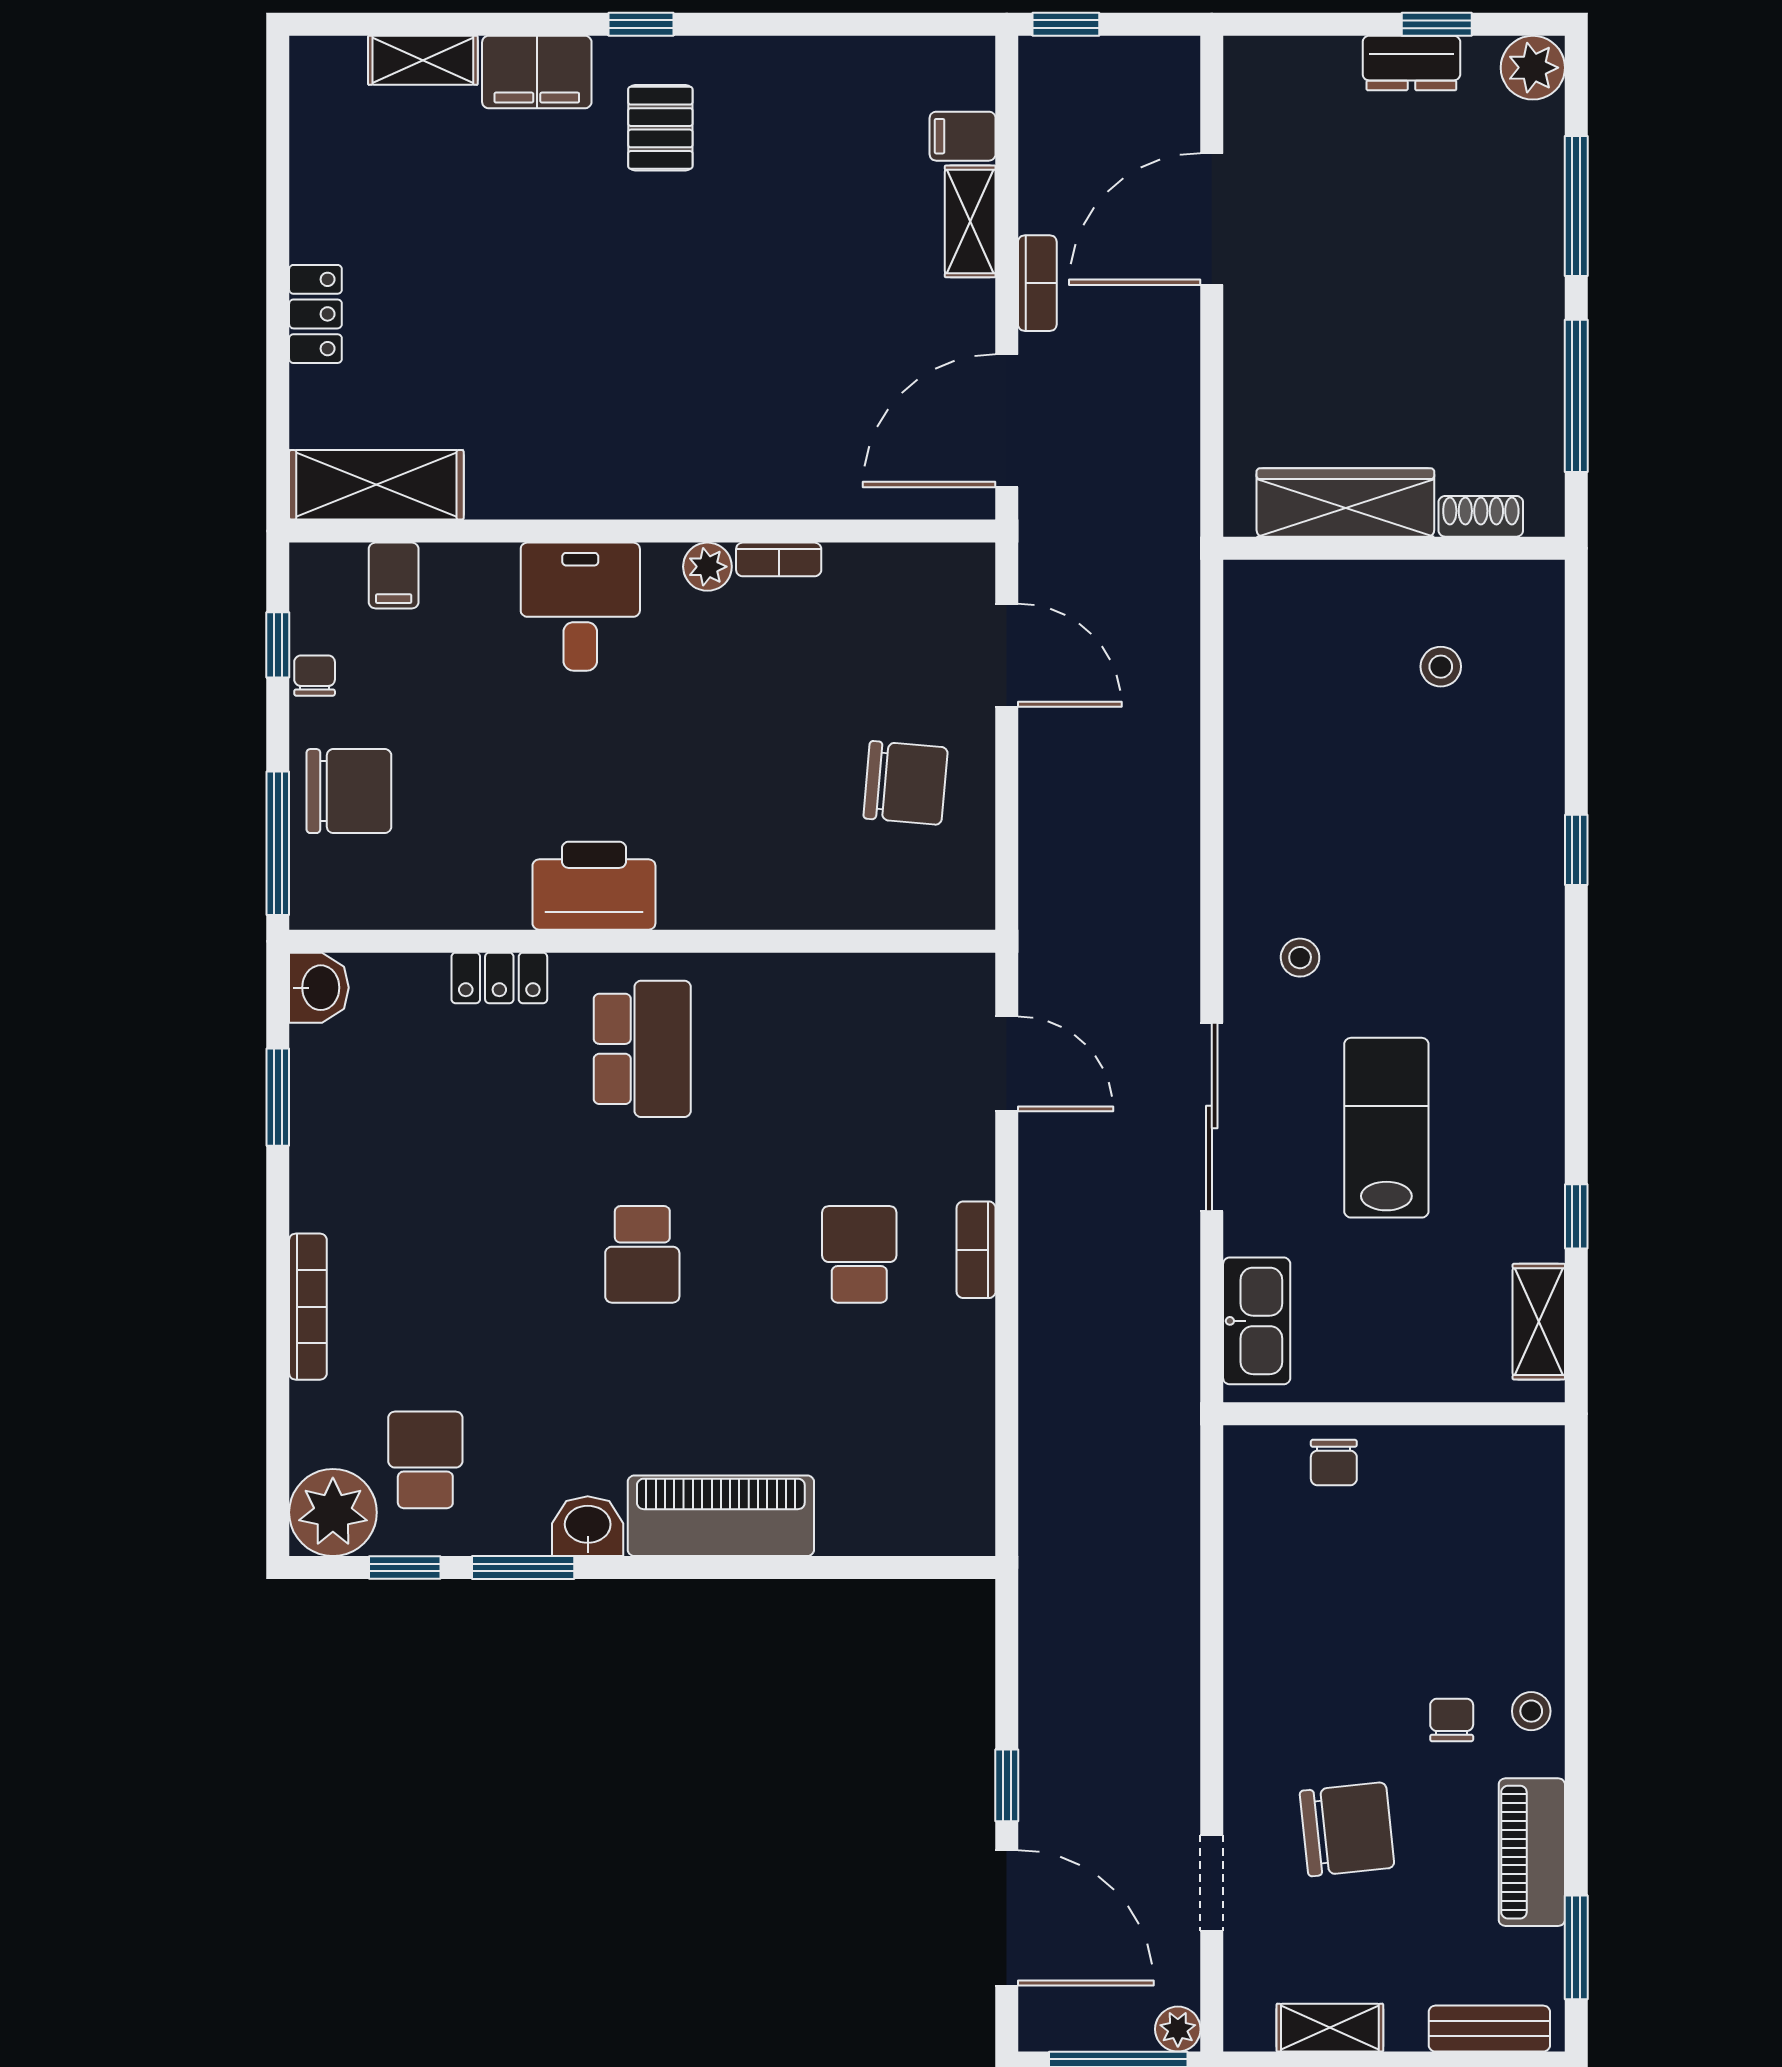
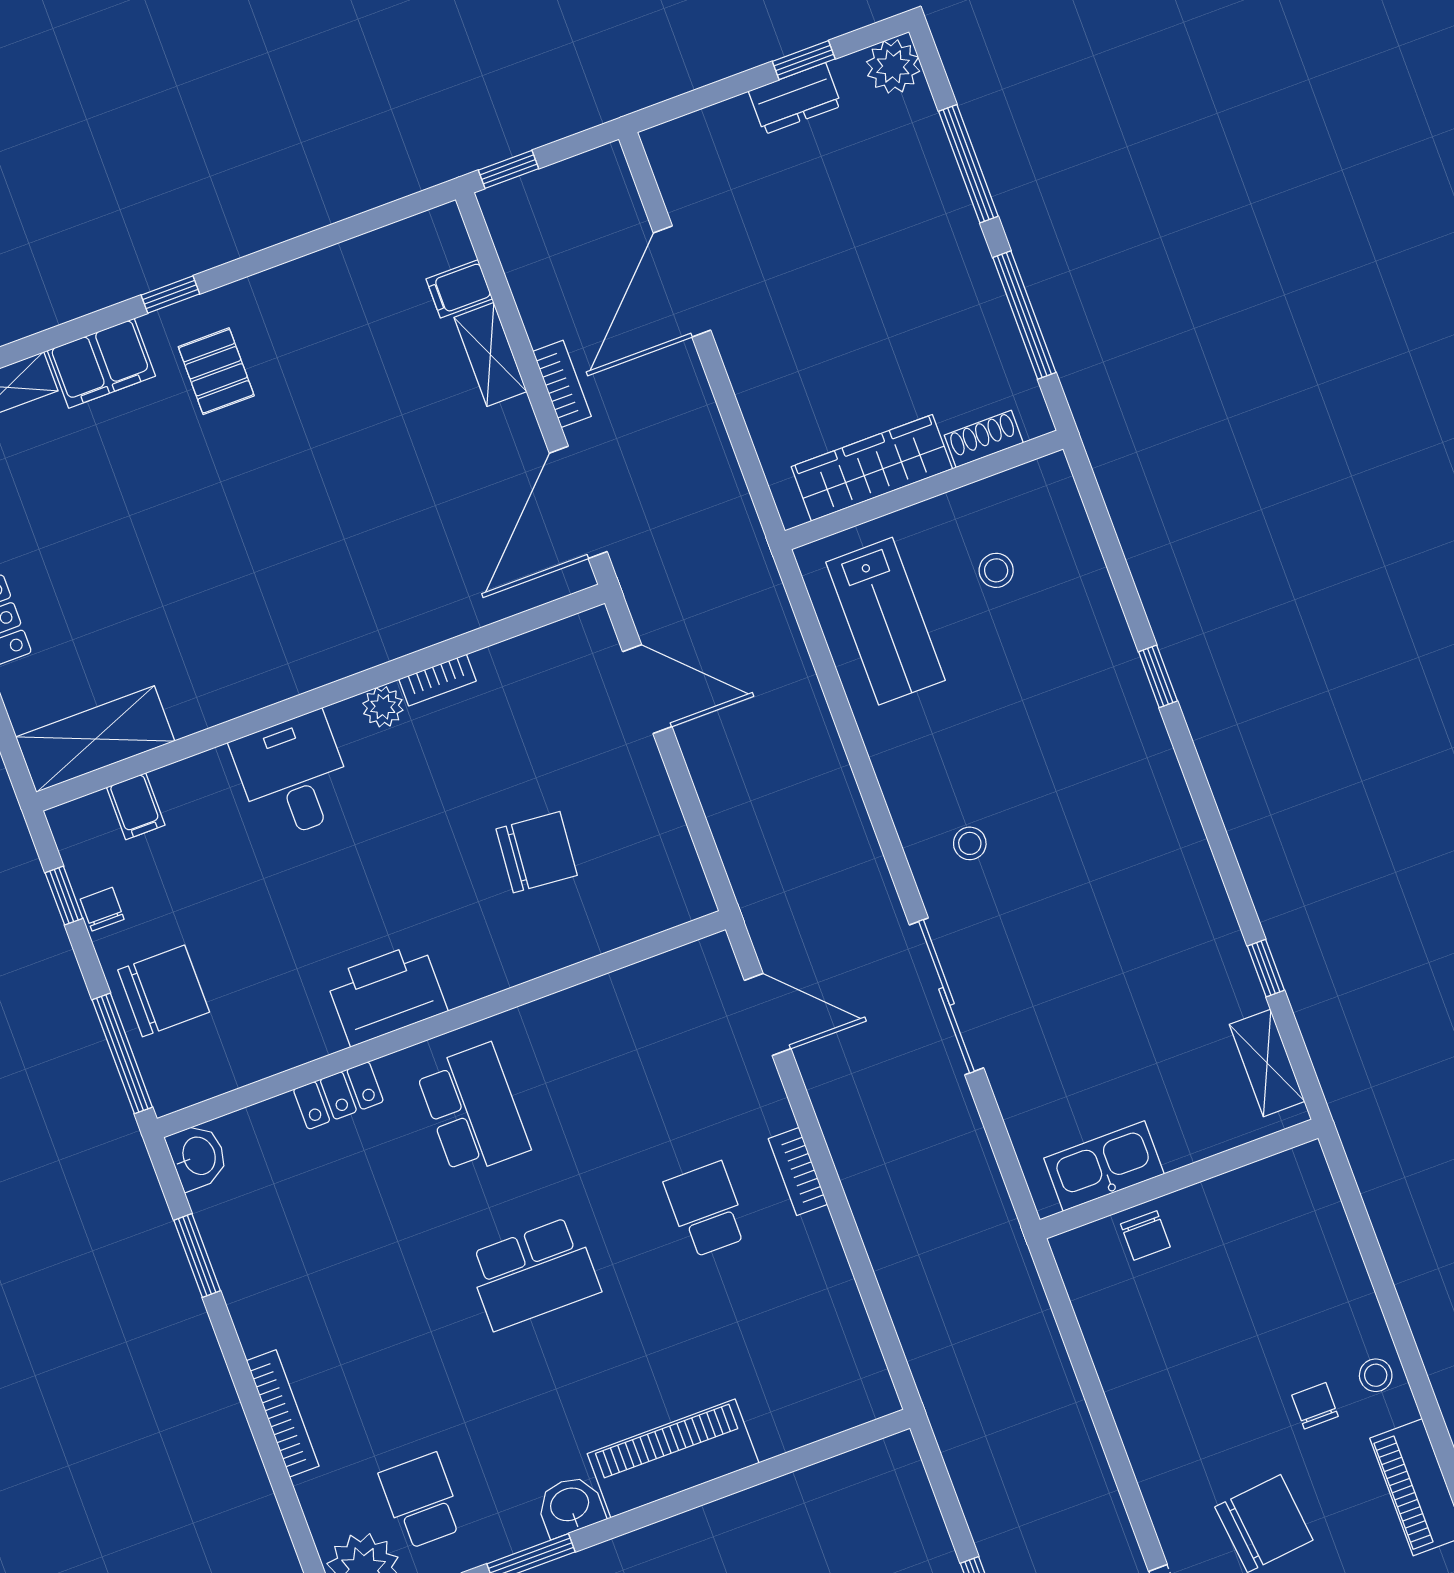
chair: (906, 783) -> (537, 852), moved
lab bench: (1386, 1128) -> (886, 621), moved, turned 180
school desk: (642, 1254) -> (534, 1273), width x1.85
kitchen sink: (1257, 1321) -> (1104, 1166), moved, turned -90

